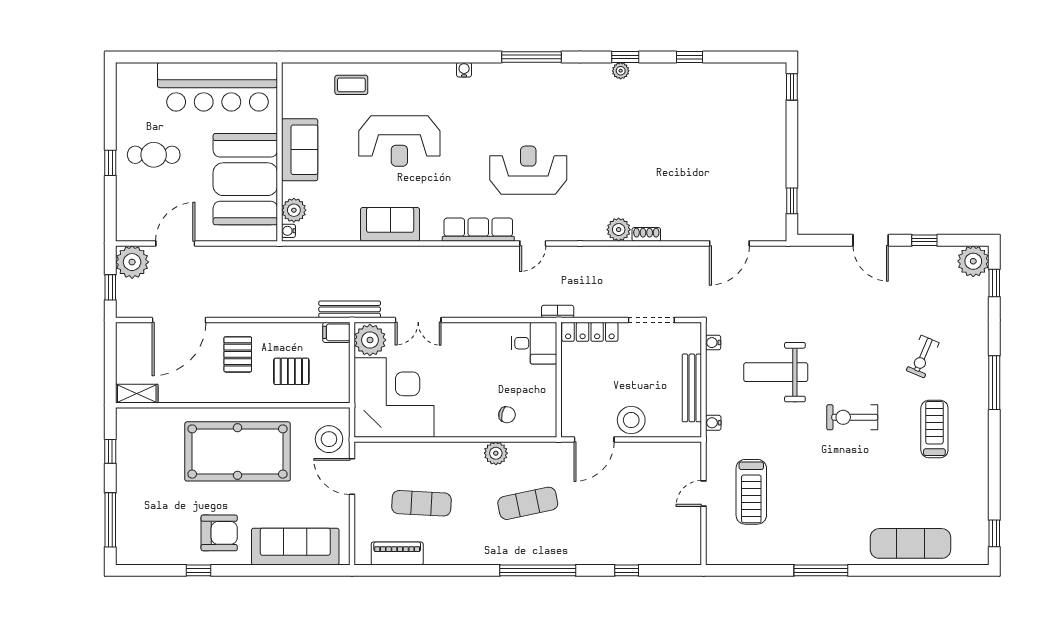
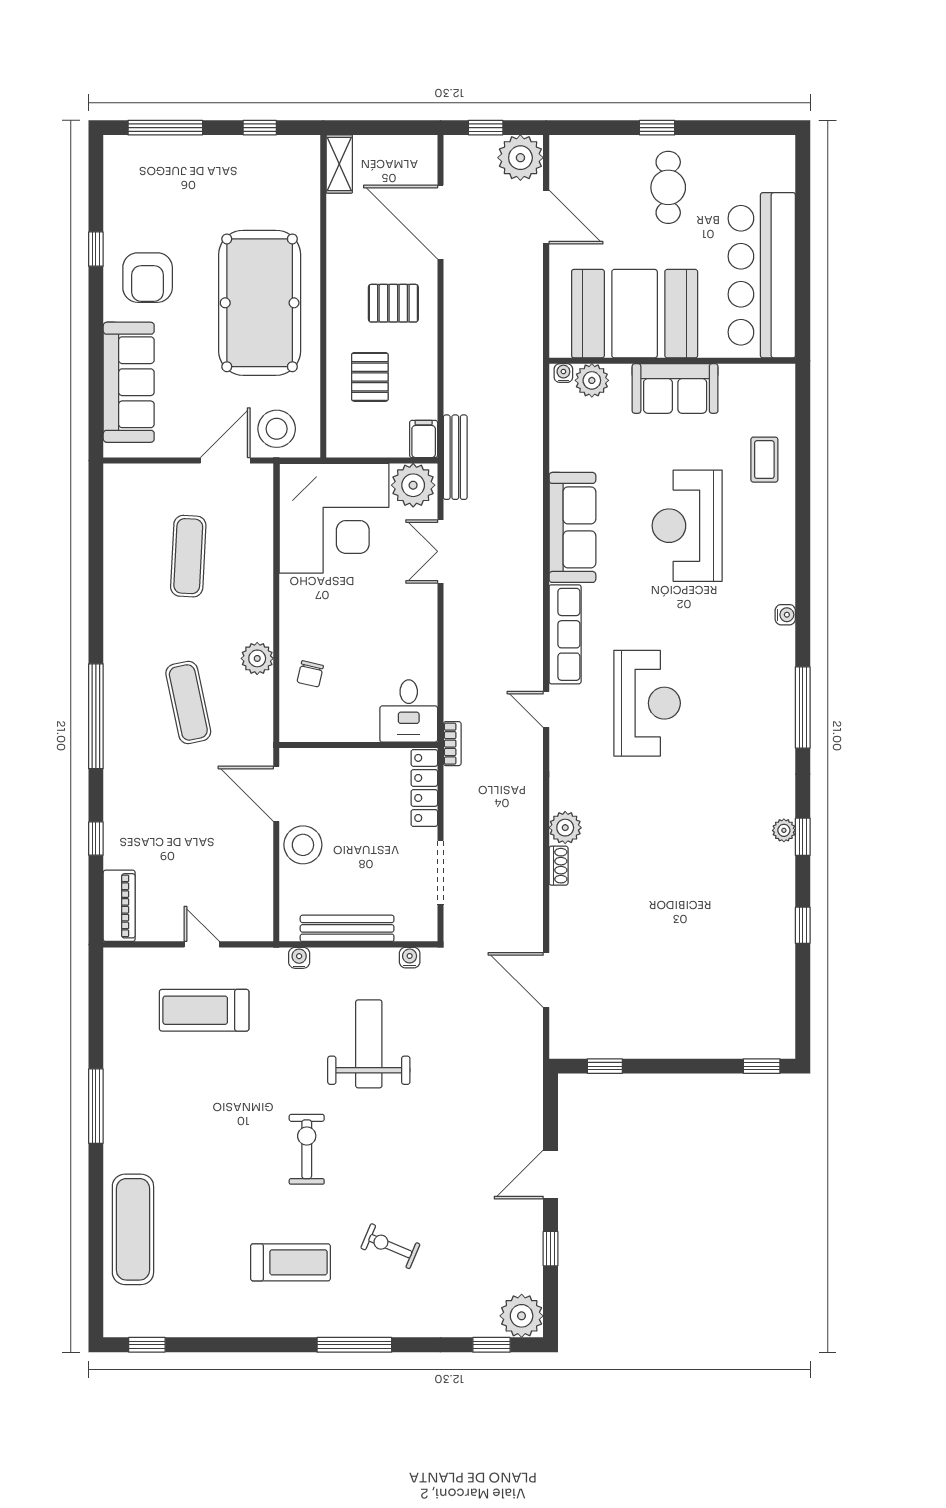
sofa: (390, 224) -> (572, 527), width x1.36
piano: (397, 553) -> (119, 906), moved

